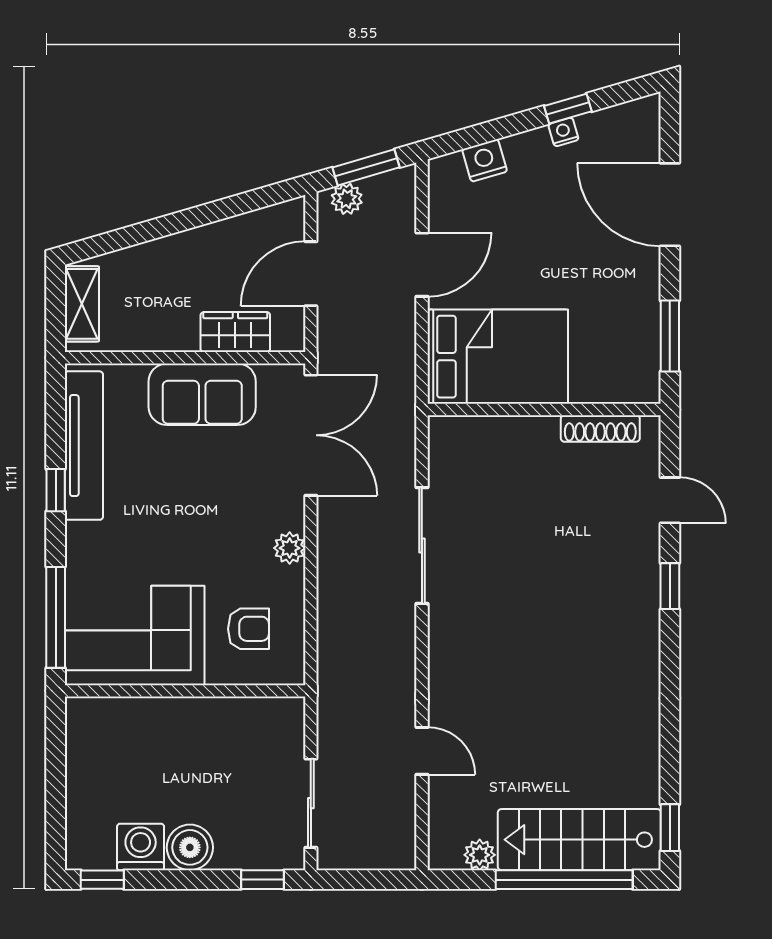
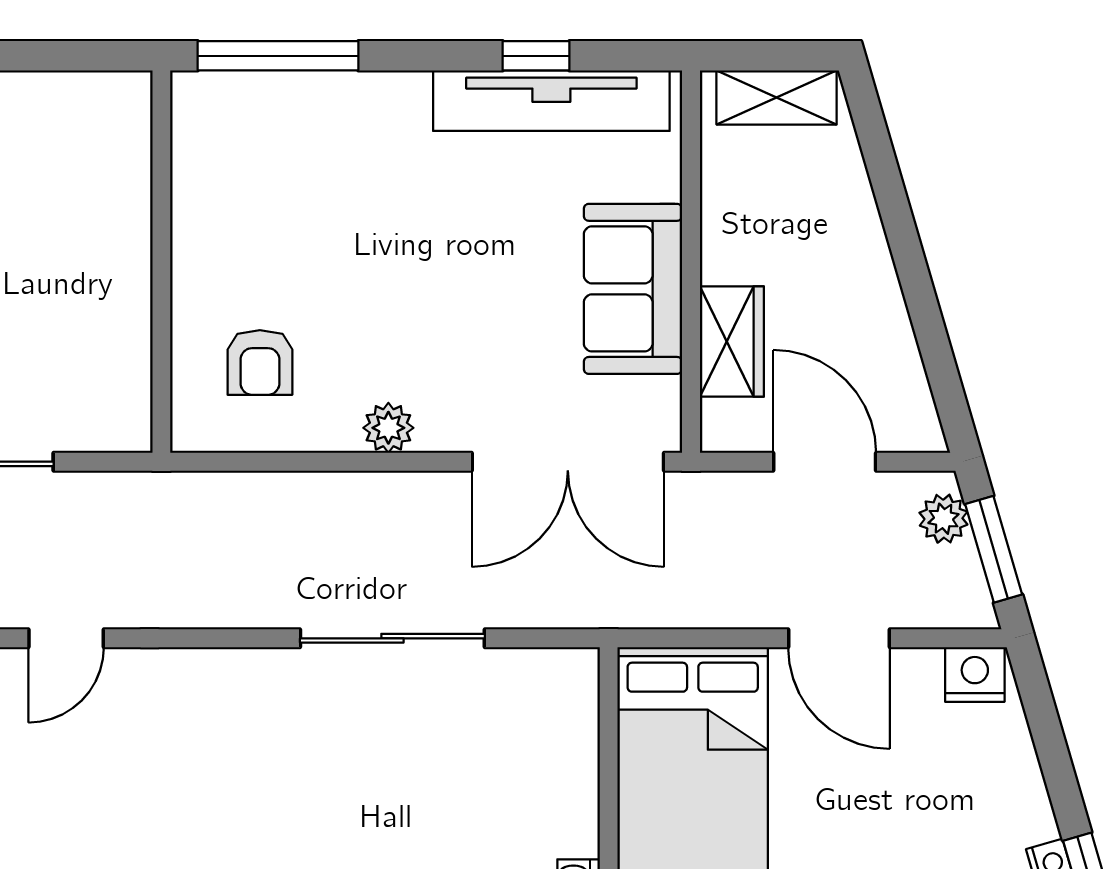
nightstand: (485, 160) -> (975, 674), moved, turned -74
window: (56, 490) -> (536, 56), moved
corner sofa: (135, 635) -> (249, 181), removed

